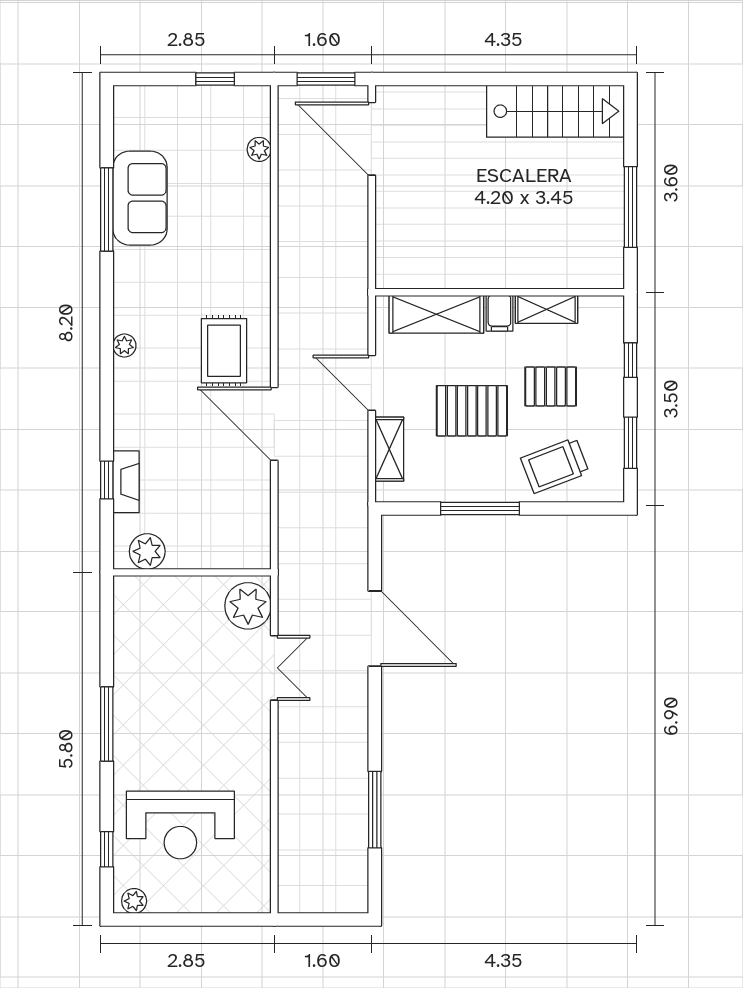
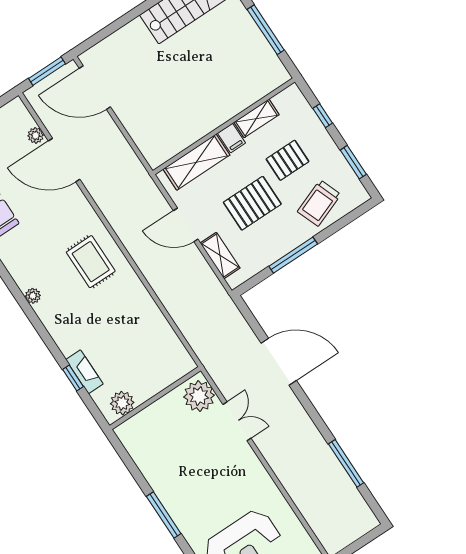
door: (274, 424) -> (64, 160), moved

